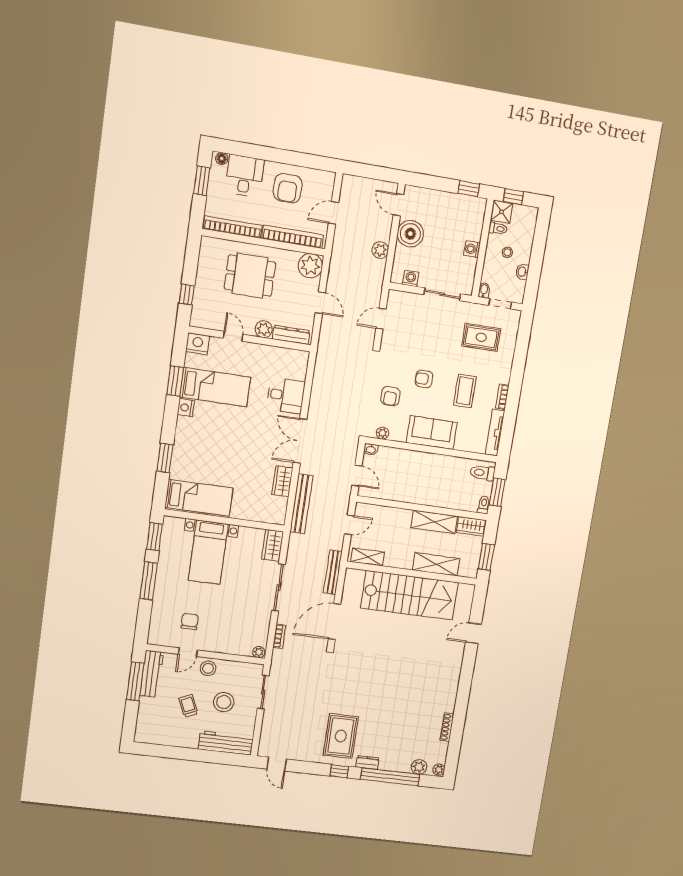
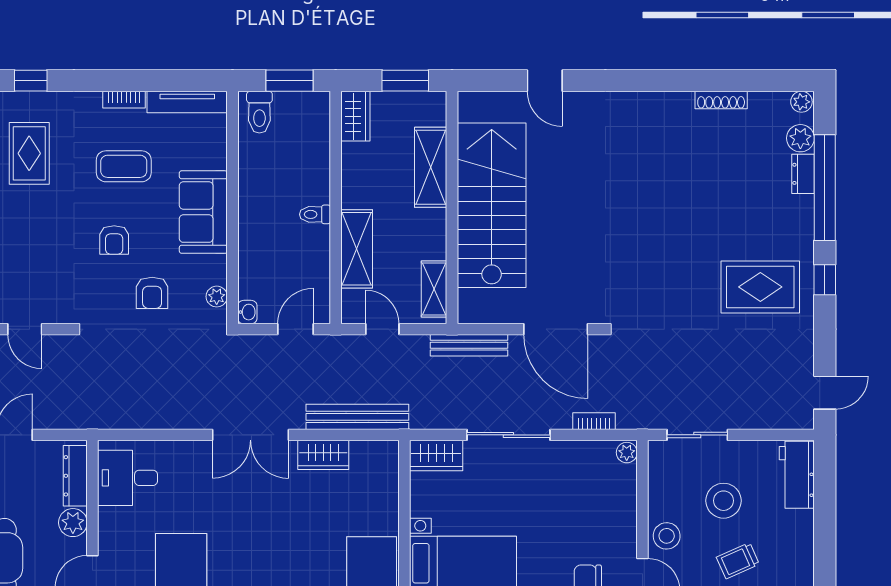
window: (522, 345) -> (31, 81), added
desk: (286, 395) -> (128, 478), moved, turned -90
armchair: (390, 396) -> (152, 293), turned 90
toilet: (484, 505) -> (315, 214), moved
shelving: (434, 522) -> (357, 249), moved
workbench: (226, 743) -> (797, 475), width x0.73
dresser: (367, 762) -> (803, 174), moved

